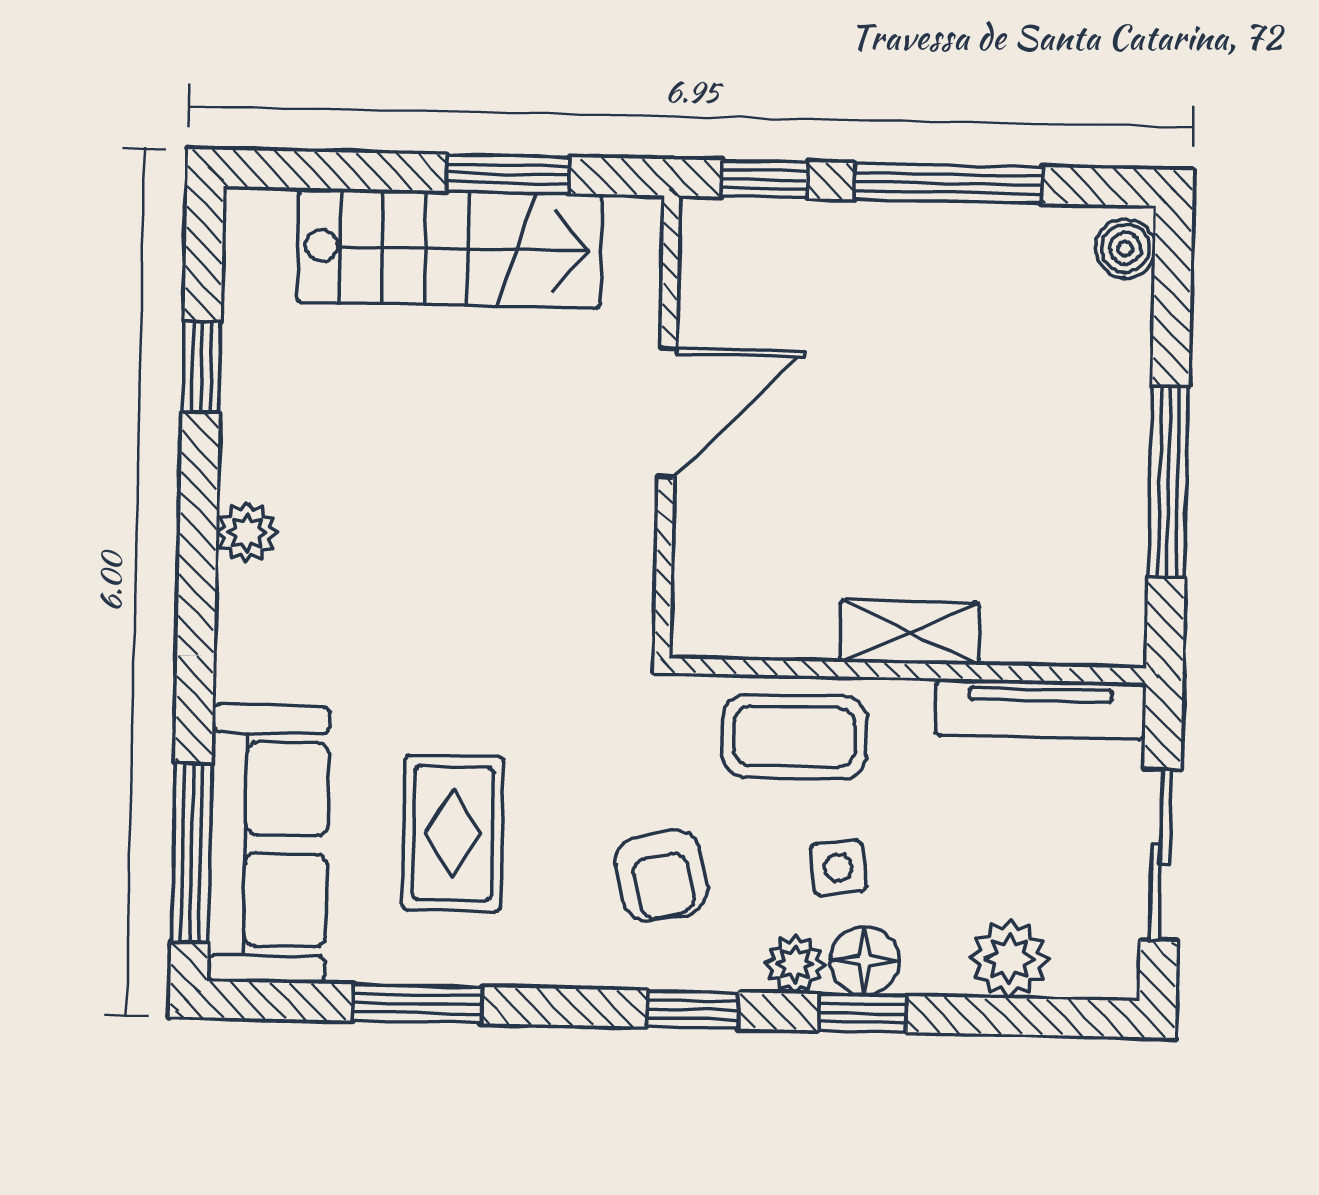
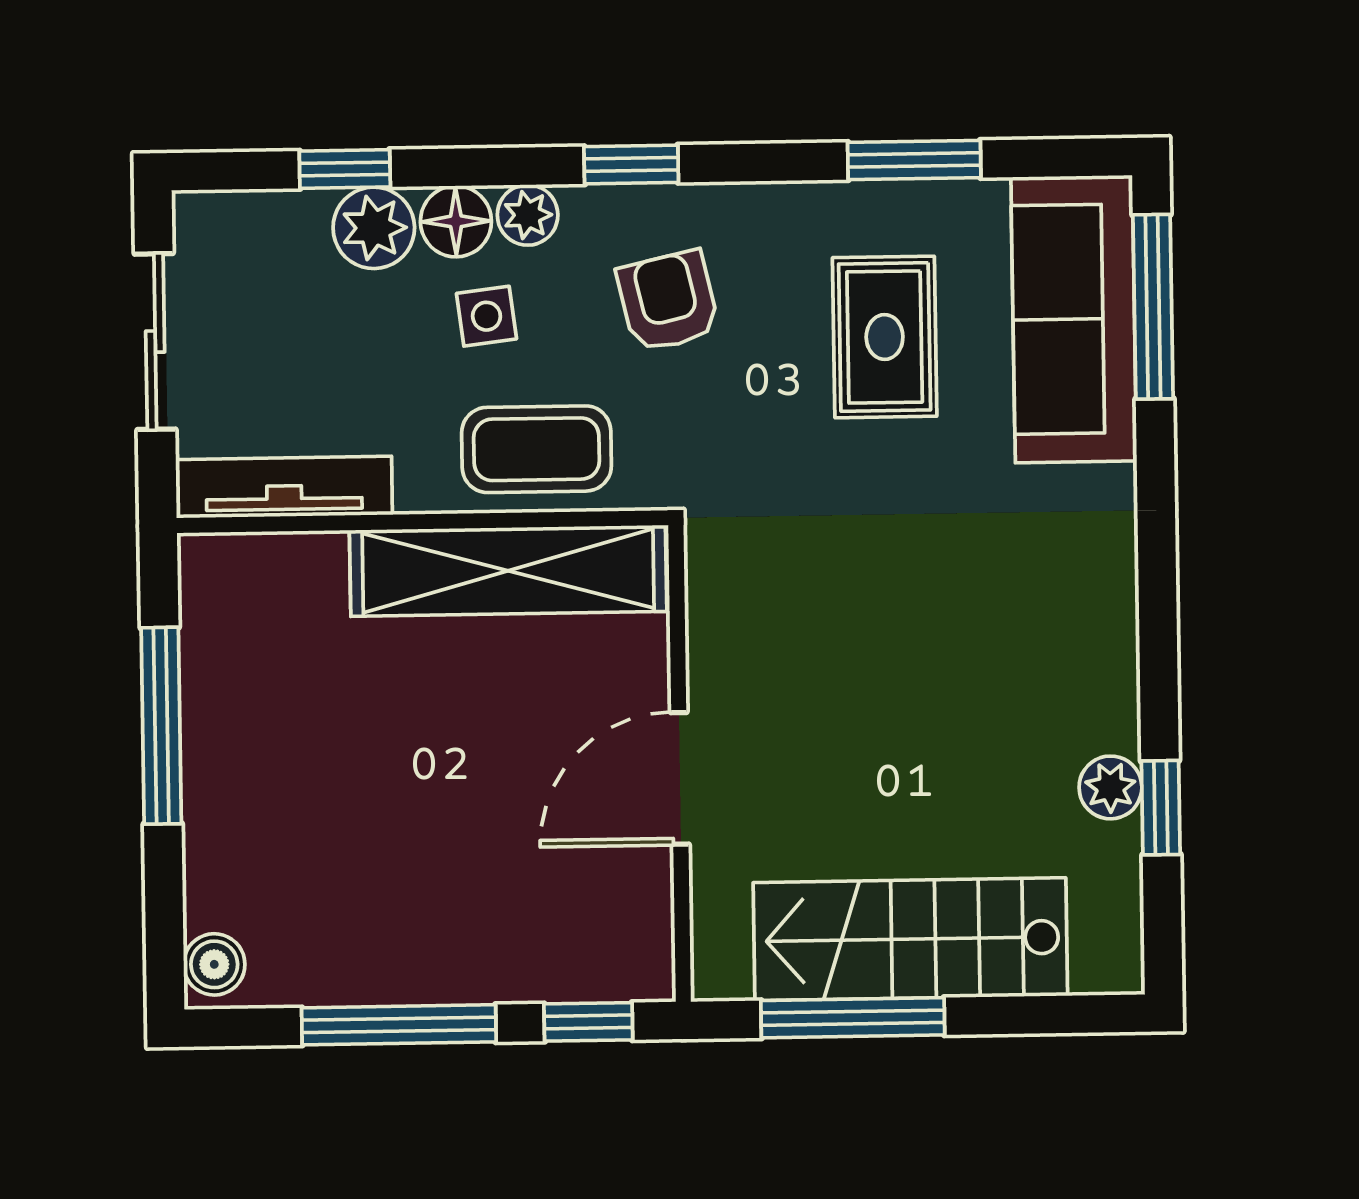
window: (508, 174) -> (853, 1018), width x1.44
plant: (247, 532) -> (1110, 787), moved
shelving: (910, 632) -> (508, 571), width x2.20, depth x1.33
plant: (1009, 959) -> (374, 228), moved
window: (863, 1013) -> (345, 169), moved

